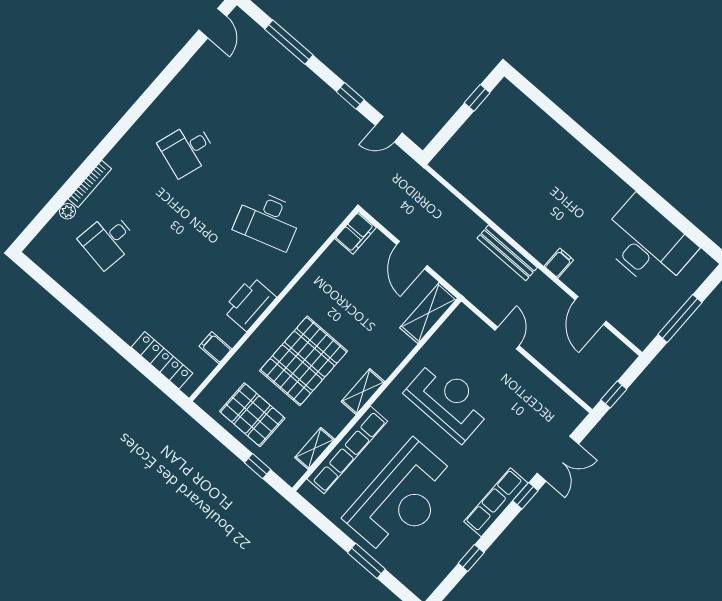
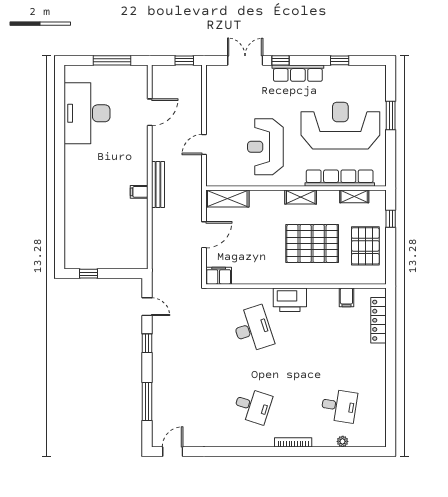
bookcase: (90, 184) -> (293, 442), moved
filing cabinet: (559, 263) -> (139, 192), moved
printer: (249, 304) -> (290, 300), moved

